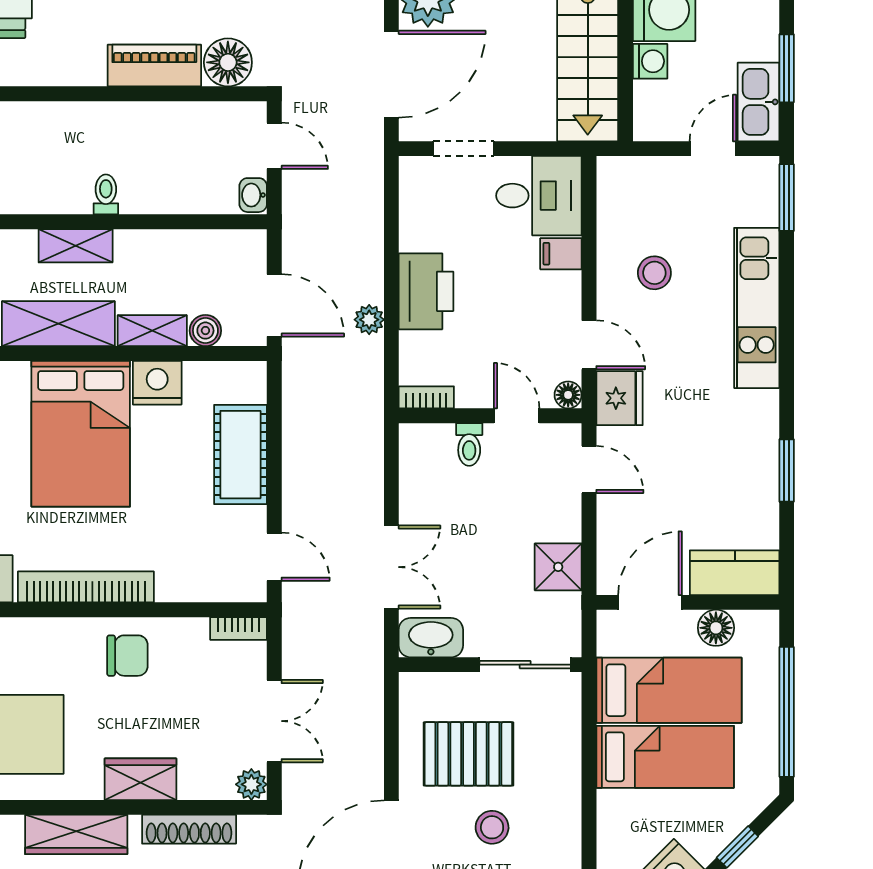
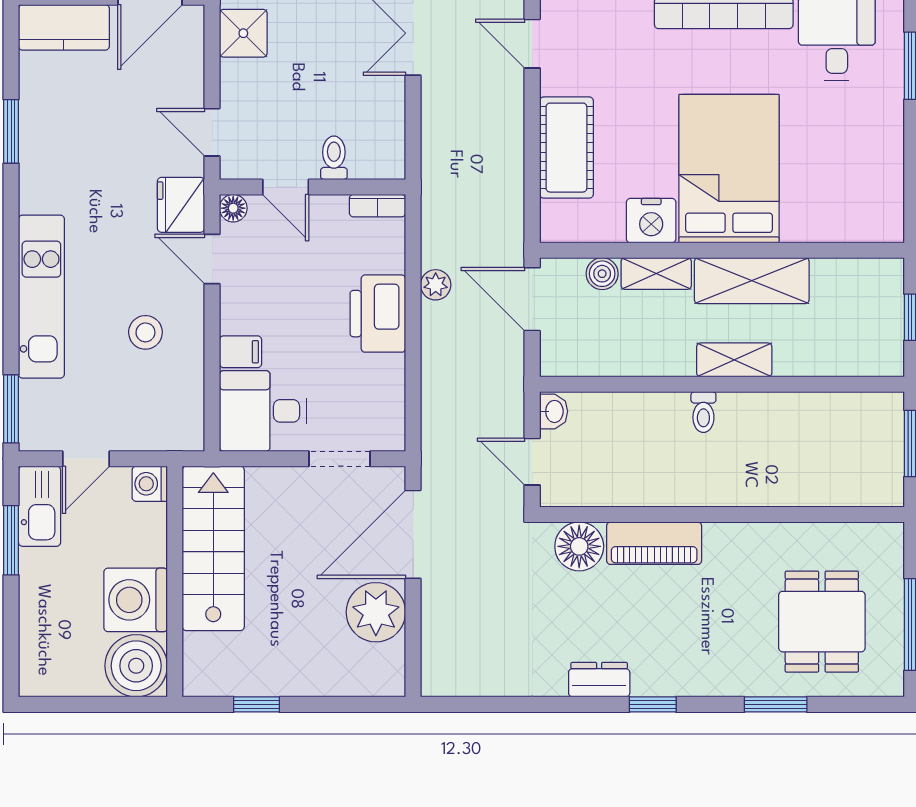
washing machine: (650, 61) -> (150, 484), moved

